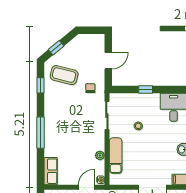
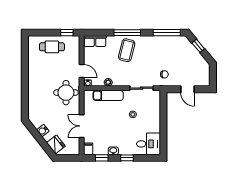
coffee table: (64, 75) -> (127, 50), moved
window: (40, 85) -> (167, 33), width x2.17
window: (146, 89) -> (163, 121), removed

